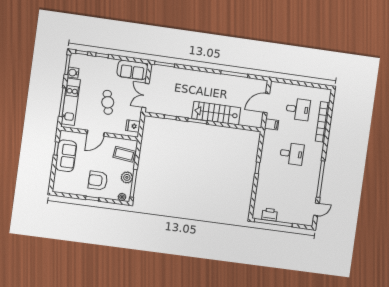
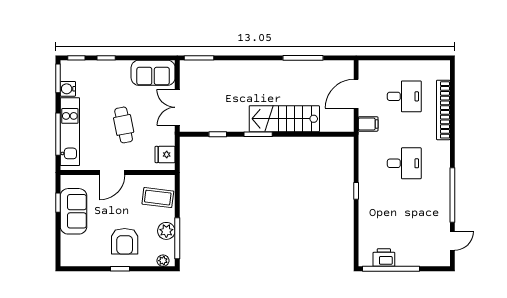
armchair: (98, 181) -> (125, 241), turned -90

